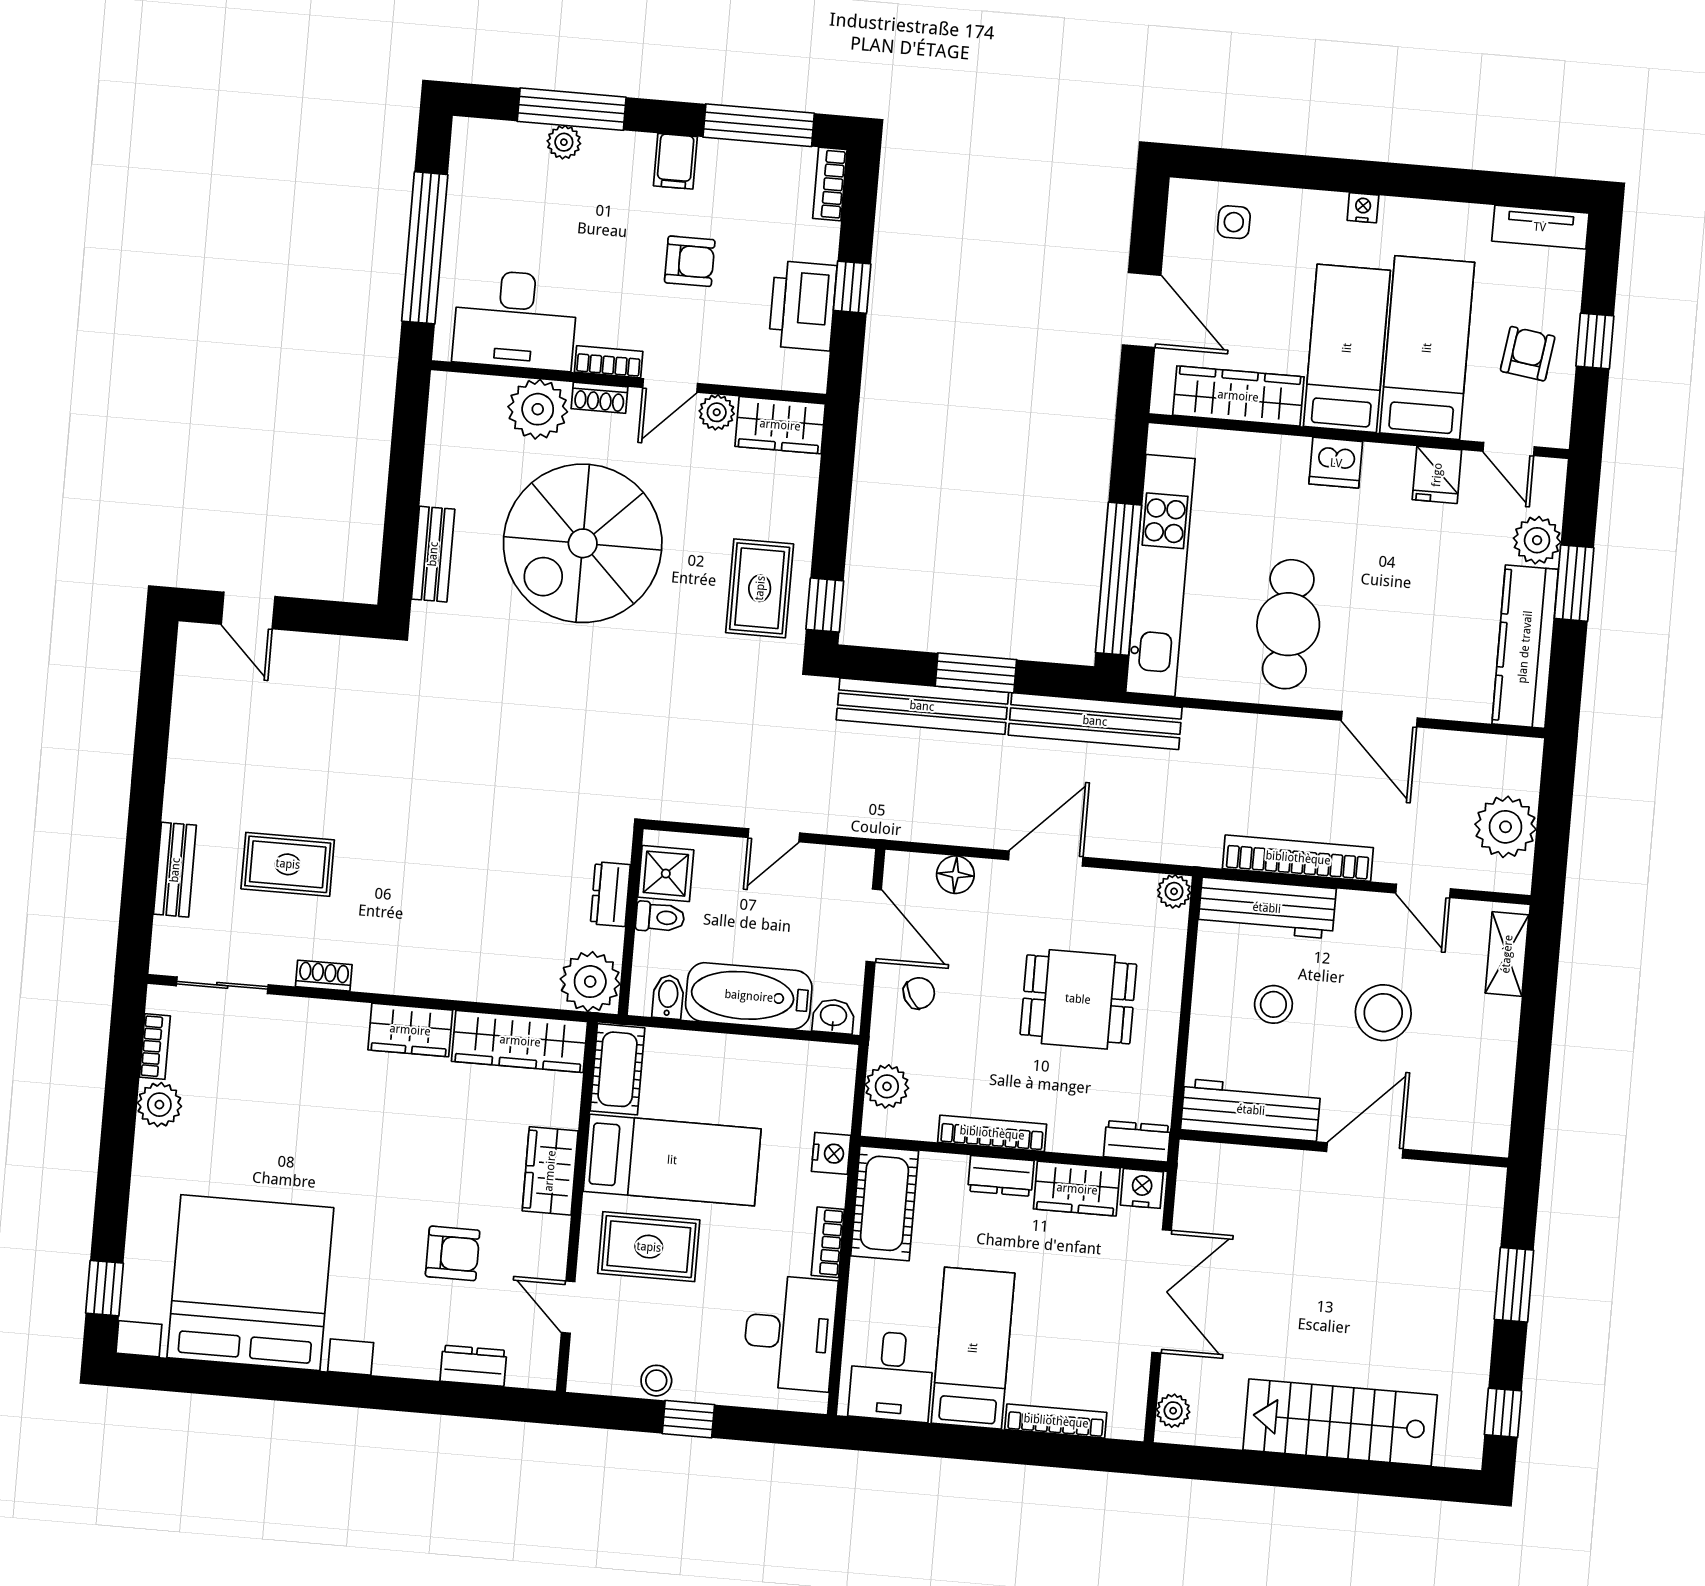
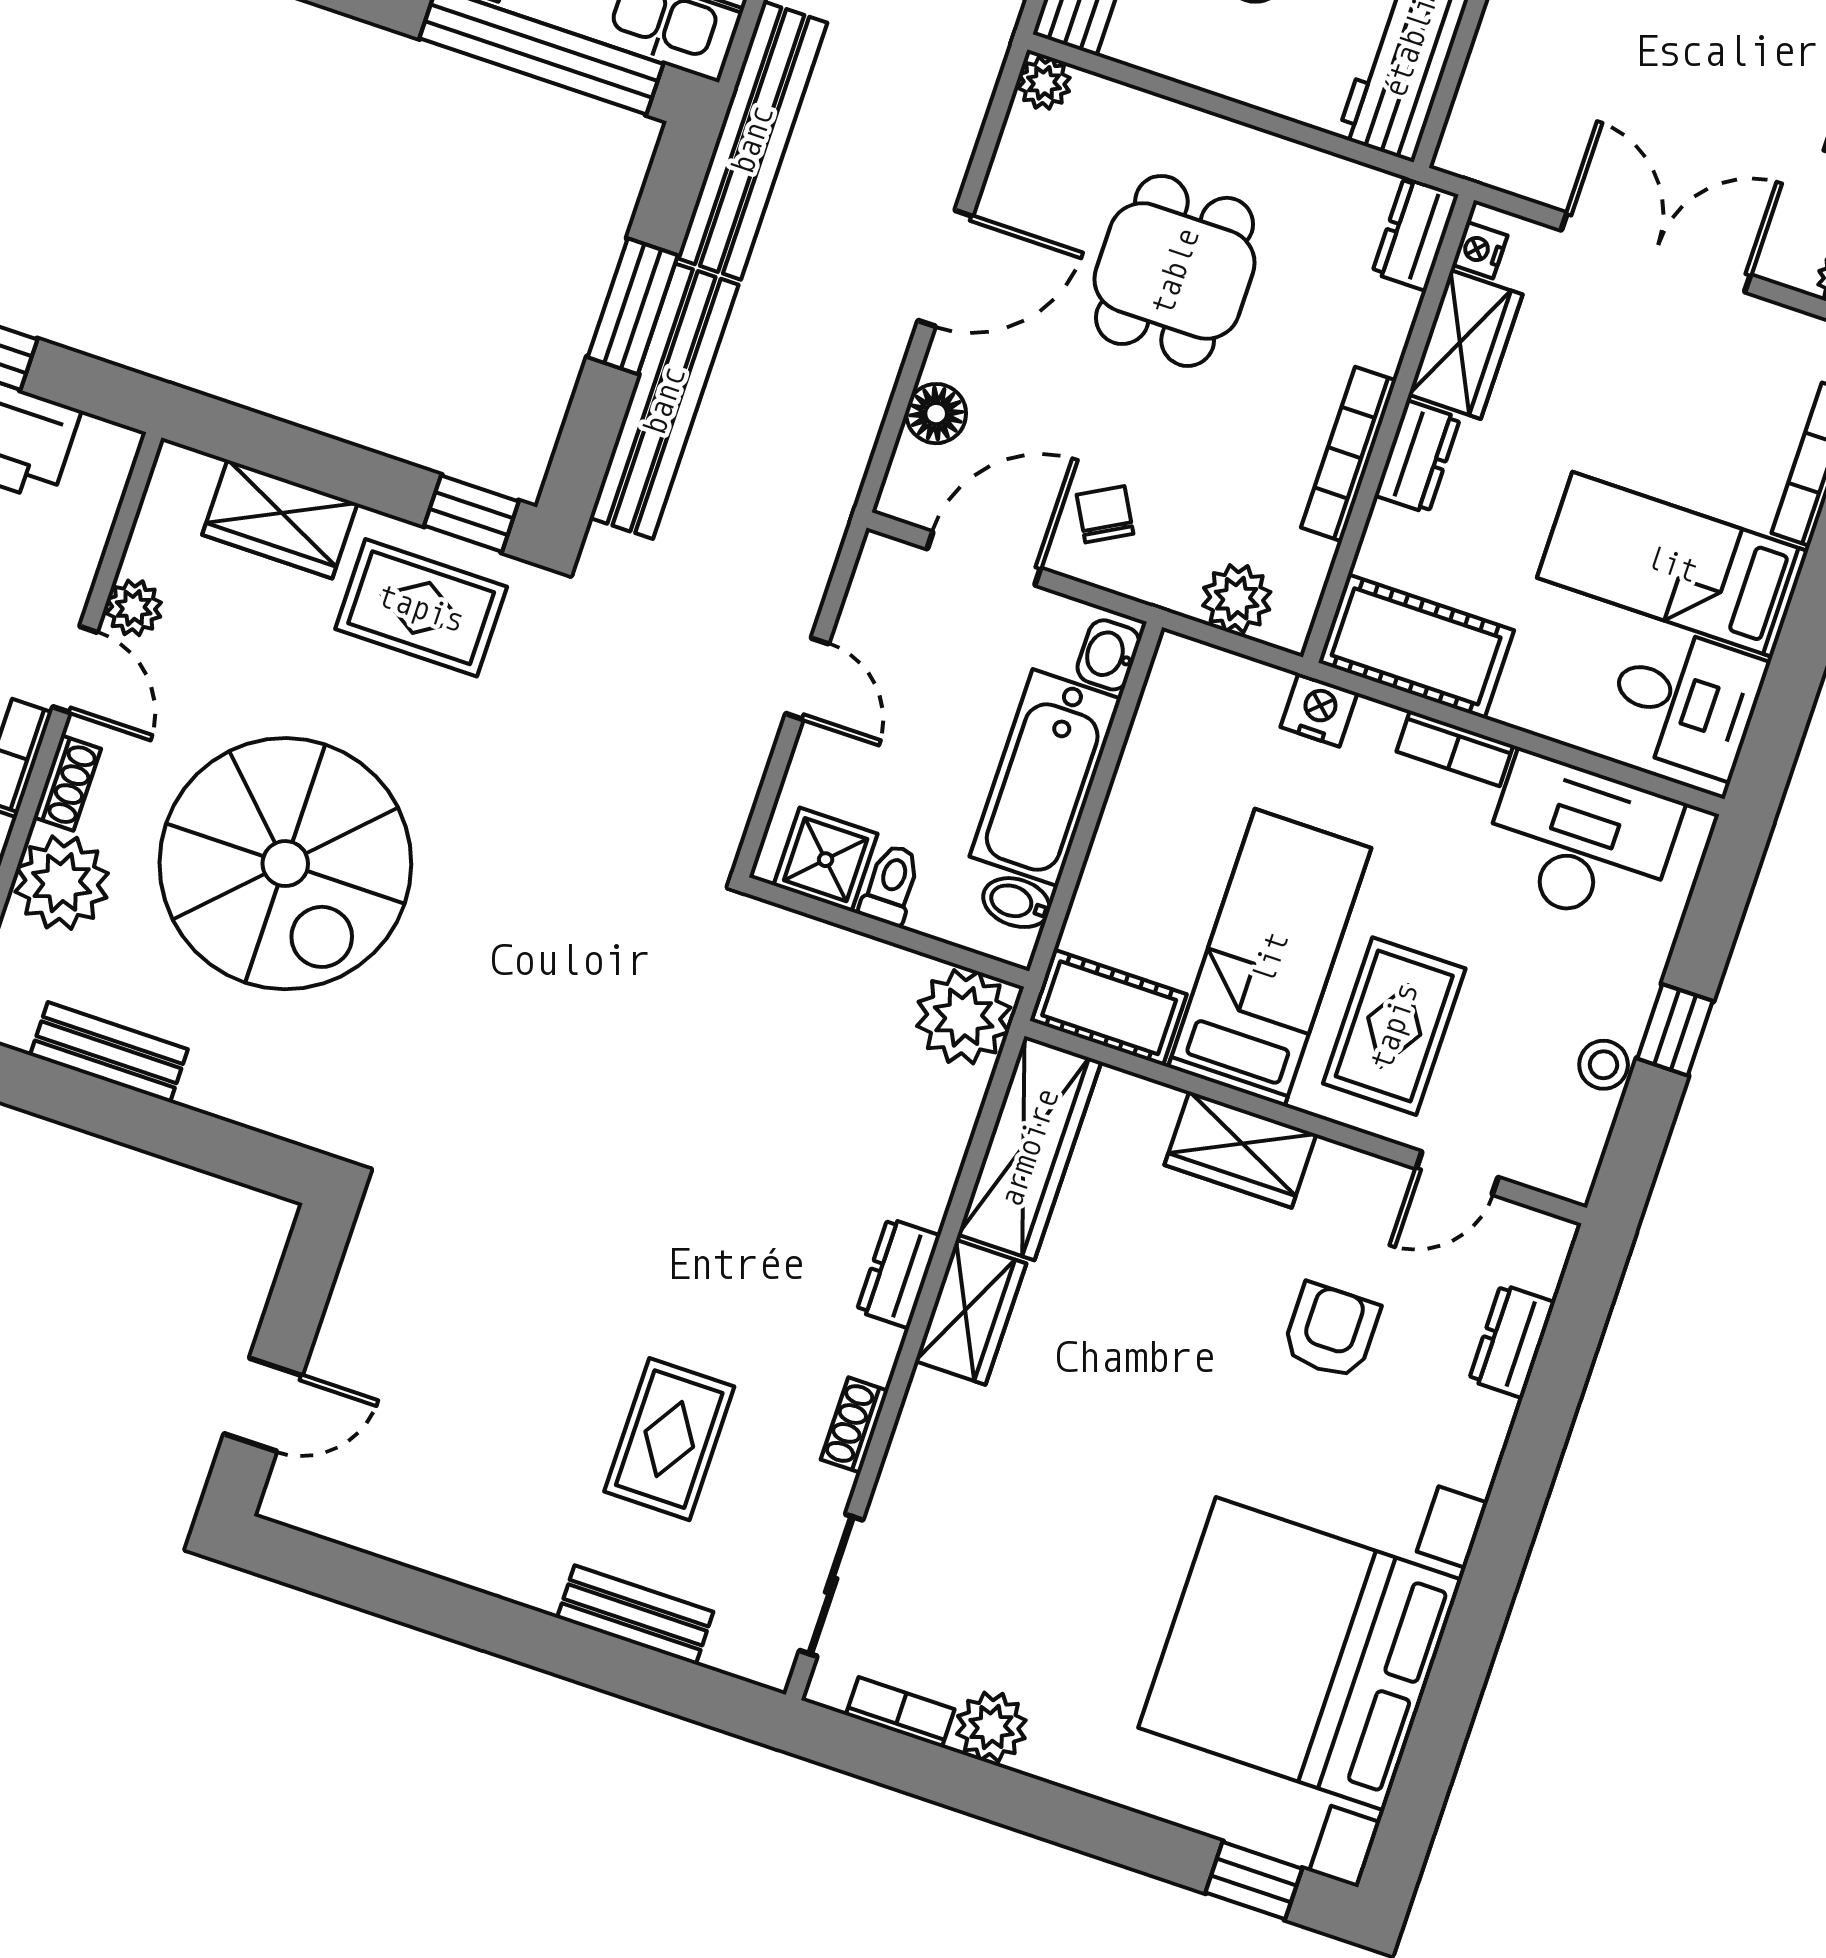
wardrobe: (780, 425) -> (280, 519), moved, turned 90
bench: (433, 554) -> (109, 1052), moved
door: (1046, 859) -> (945, 268), swing flipped
dresser: (610, 894) -> (898, 1273), moved, turned 90
nightstand: (1142, 1188) -> (1480, 250), width x0.72, depth x0.74

